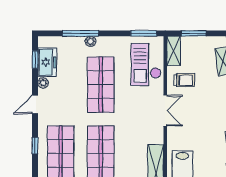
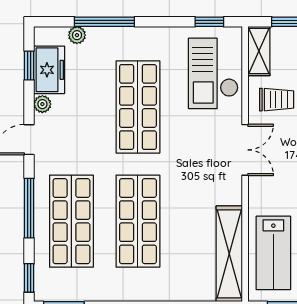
window: (144, 33) -> (209, 22), width x0.67
plant: (90, 41) -> (77, 35), moved
window: (35, 146) -> (29, 208), width x2.17

